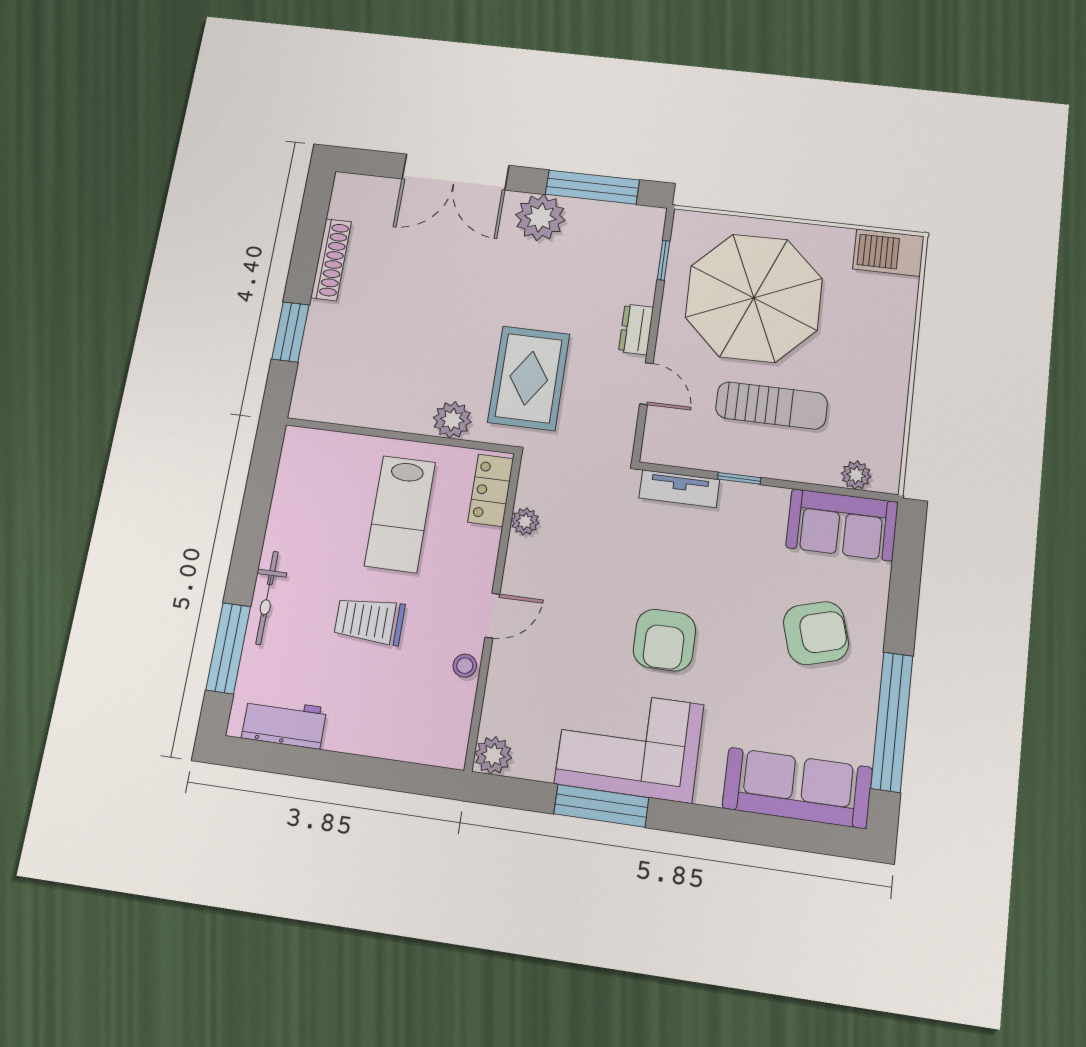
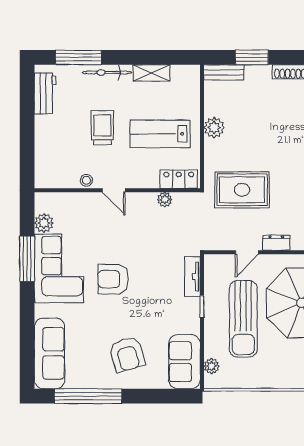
bench: (308, 384) -> (224, 72), added
sun lounger: (771, 405) -> (243, 319), width x1.36, depth x1.34
plant: (452, 420) -> (214, 128), moved
shelving: (284, 515) -> (151, 73), added
plant: (493, 755) -> (44, 223), moved

